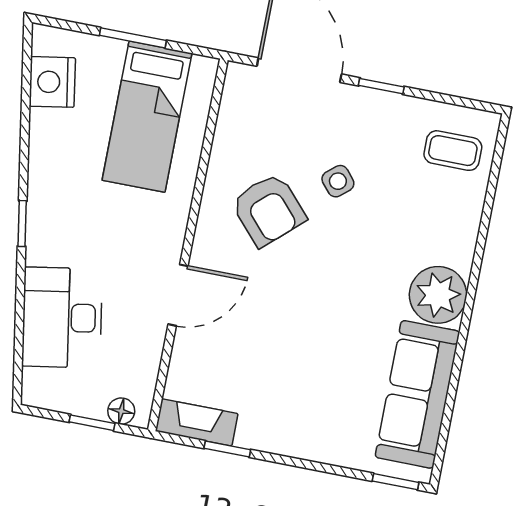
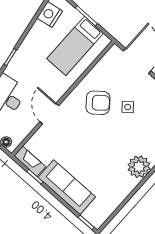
armchair: (268, 210) -> (98, 103), turned -87
door: (178, 295) -> (49, 114), swing flipped
sofa: (417, 394) -> (67, 187), moved, turned 90

